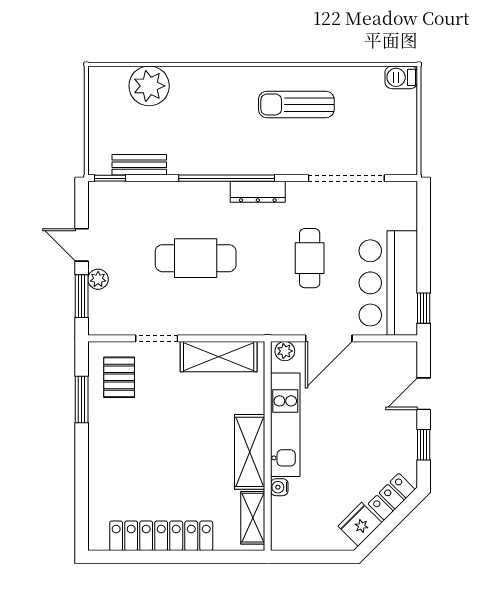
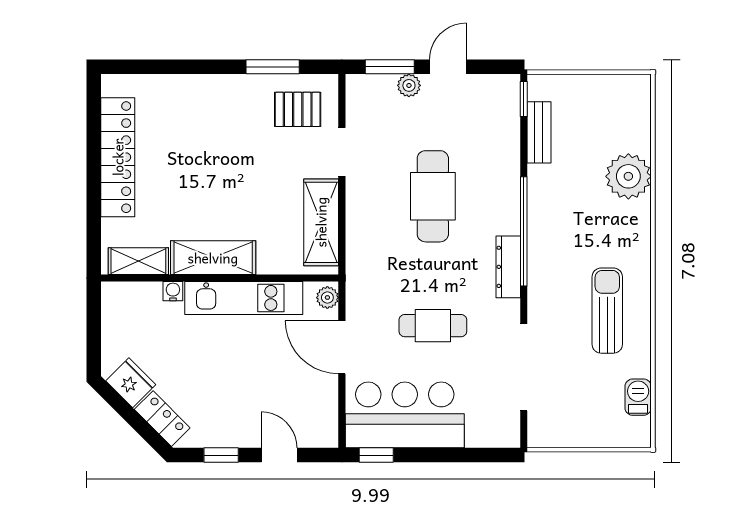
barbecue: (401, 77) -> (638, 397), moved
plant: (149, 86) -> (628, 176), moved

